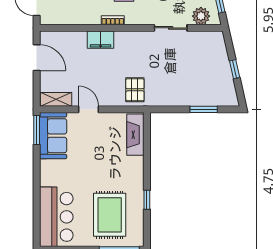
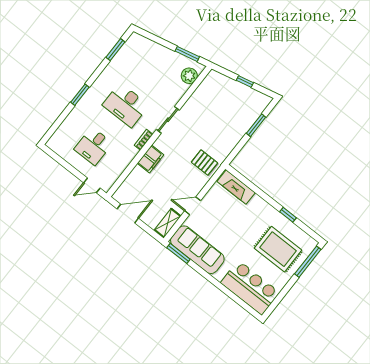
sliding door: (171, 28) -> (168, 120), moved
sofa: (53, 136) -> (197, 250), width x1.36

